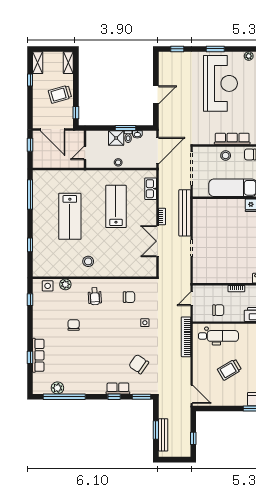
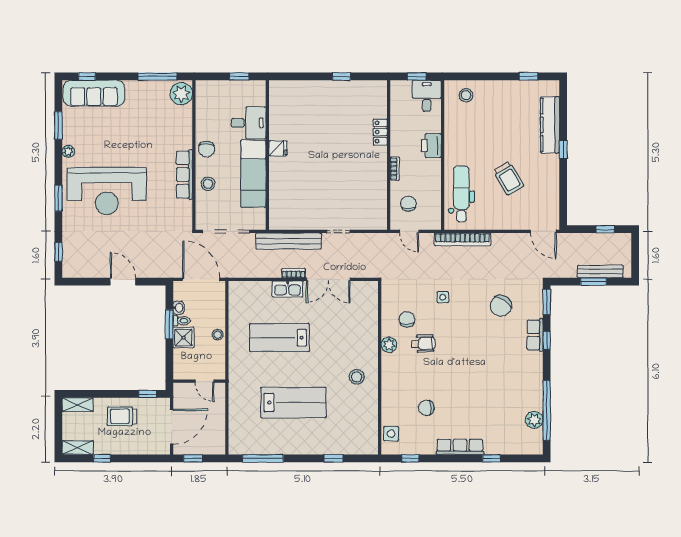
reception desk: (220, 83) -> (107, 191), turned 180
trolley: (60, 94) -> (122, 416), turned 106
kitchen sink: (151, 189) -> (288, 289), moved
plant: (65, 284) -> (389, 345), moved
wheelchair: (95, 296) -> (423, 344), moved
chair: (218, 310) -> (408, 204), moved
chair: (74, 325) -> (426, 408), moved
row of seats: (38, 355) -> (460, 447), moved
door: (192, 394) -> (543, 231), swing flipped

